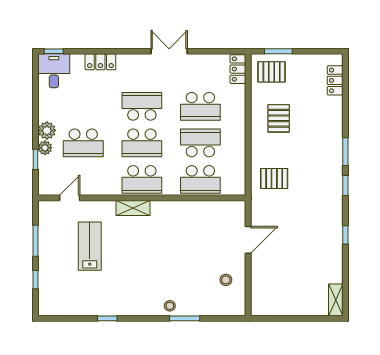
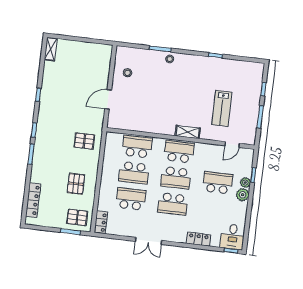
locker: (335, 80) -> (33, 200), width x1.53
school desk: (142, 143) -> (176, 178), turned 180

